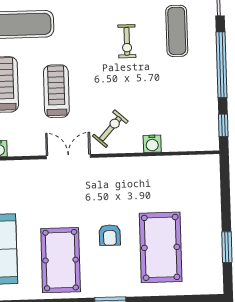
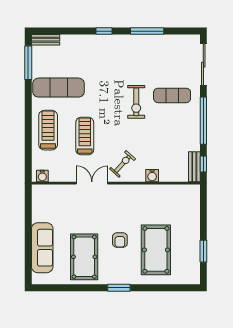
exercise mat: (177, 31) -> (172, 95), turned 90
exercise bike: (127, 41) -> (136, 102), width x1.38, depth x1.39
bench: (211, 130) -> (194, 167), added

